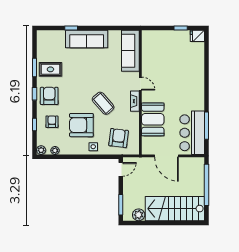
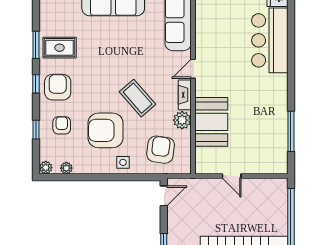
door: (140, 84) -> (193, 69), swing flipped
plant: (133, 118) -> (182, 120), added
bar counter: (192, 133) -> (270, 40), moved
door: (166, 156) -> (232, 176), width x0.53

